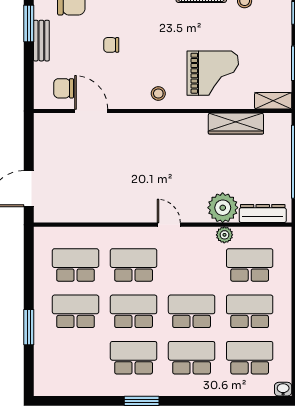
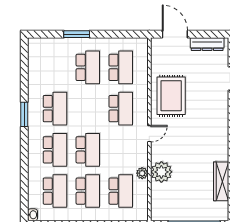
rug: (115, 194) -> (171, 96), added
dresser: (263, 214) -> (207, 44), moved, turned 90
school desk: (134, 311) -> (88, 109), removed

